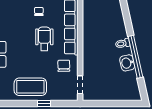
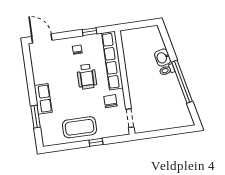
wheelchair: (44, 39) -> (87, 77), turned 180
washbasin: (127, 63) -> (163, 58), moved

